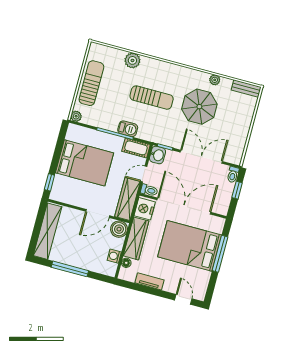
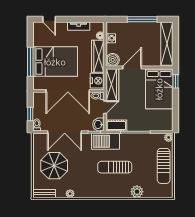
parasol: (199, 107) -> (54, 166), moved
barbecue: (128, 129) -> (106, 141), moved, width x1.88, depth x1.53
bed: (85, 163) -> (159, 89), moved, turned -90

